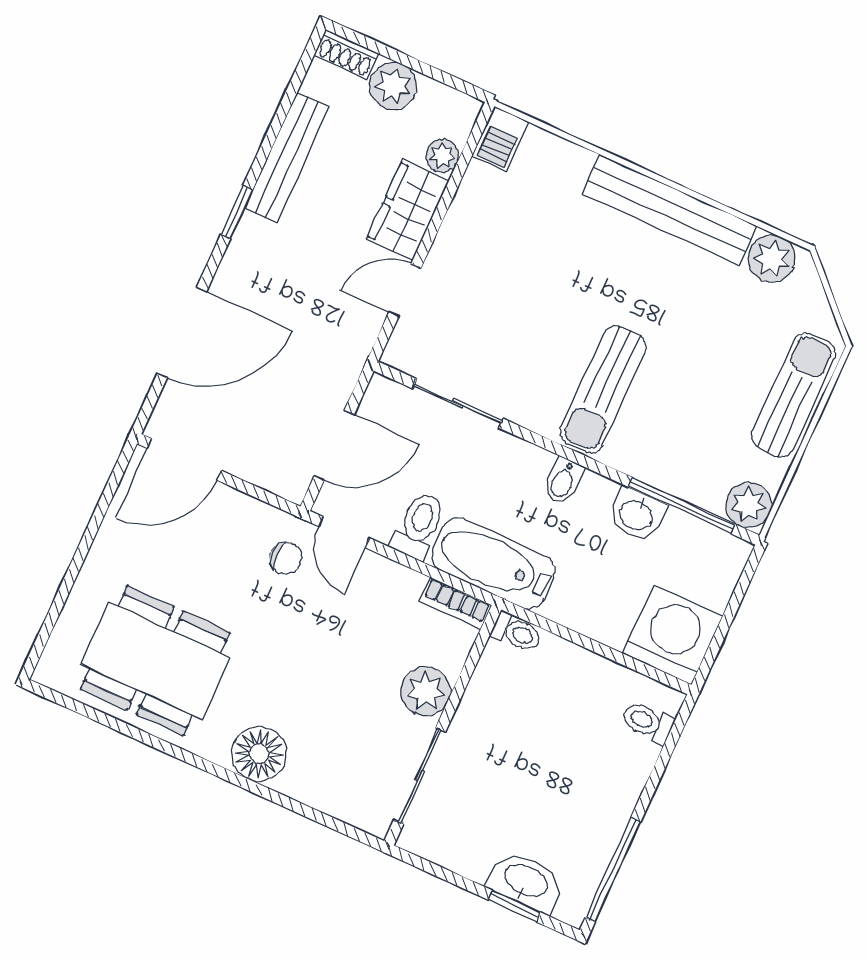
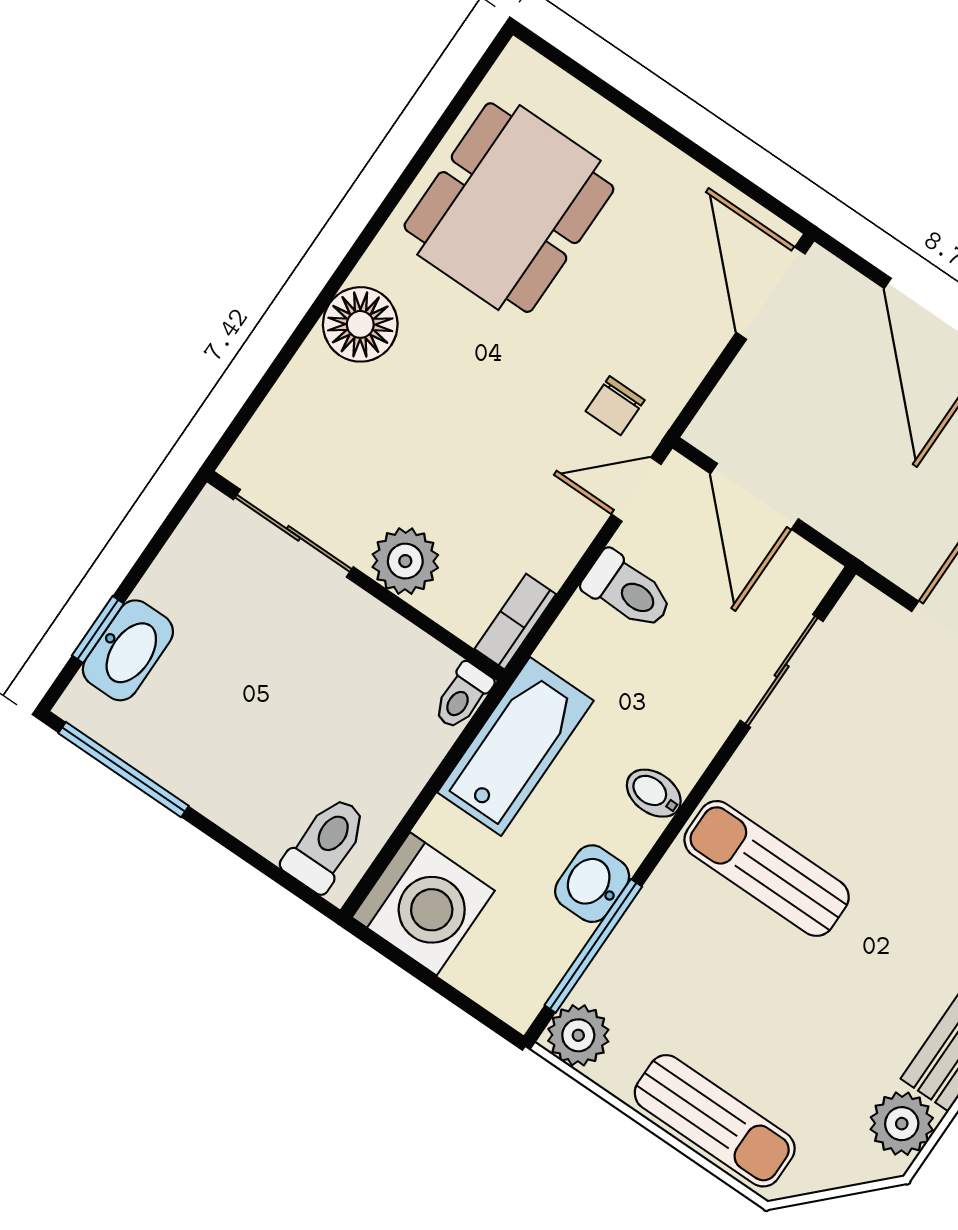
bathtub: (493, 563) -> (515, 746), moved
toilet: (648, 722) -> (326, 844), width x1.37, depth x1.39

